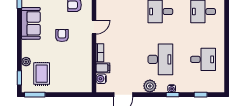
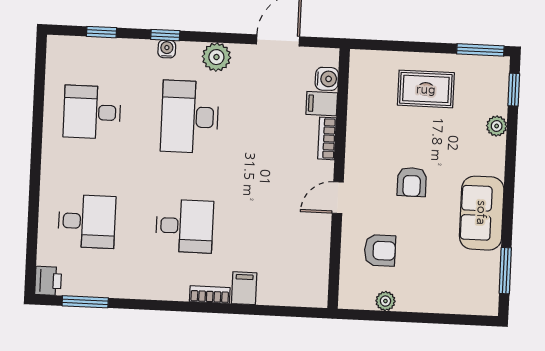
rug: (42, 74) -> (426, 89), moved, turned 90

